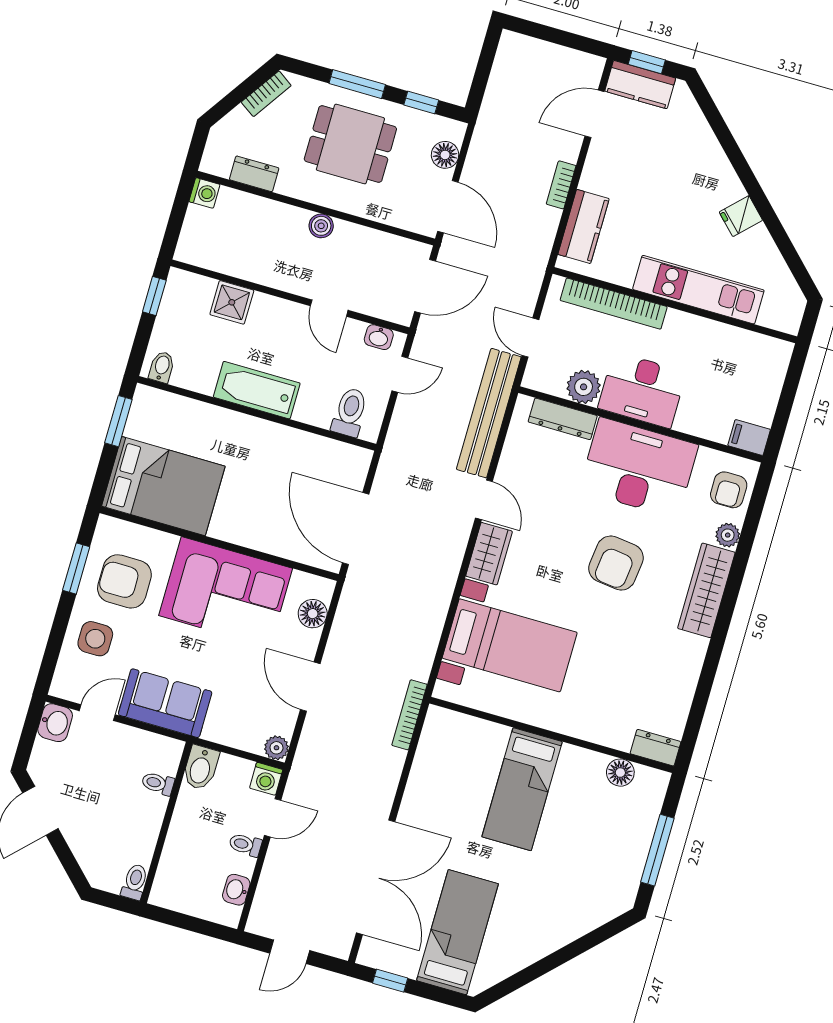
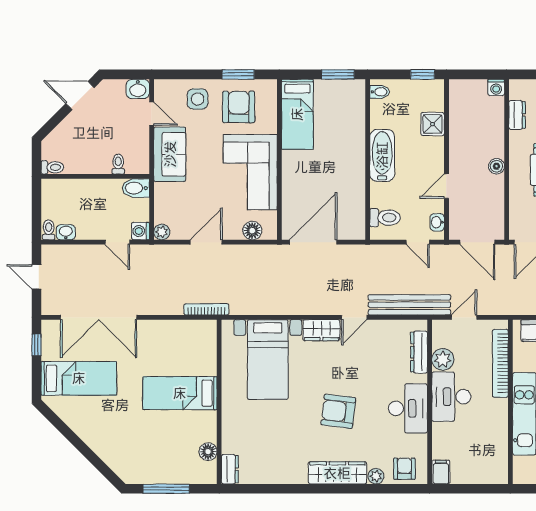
desk: (639, 468) -> (408, 408), width x0.73, depth x0.77
bed: (163, 486) -> (297, 114), width x0.67
armchair: (729, 490) -> (404, 469), turned 90
toilet: (245, 845) -> (49, 230), moved

